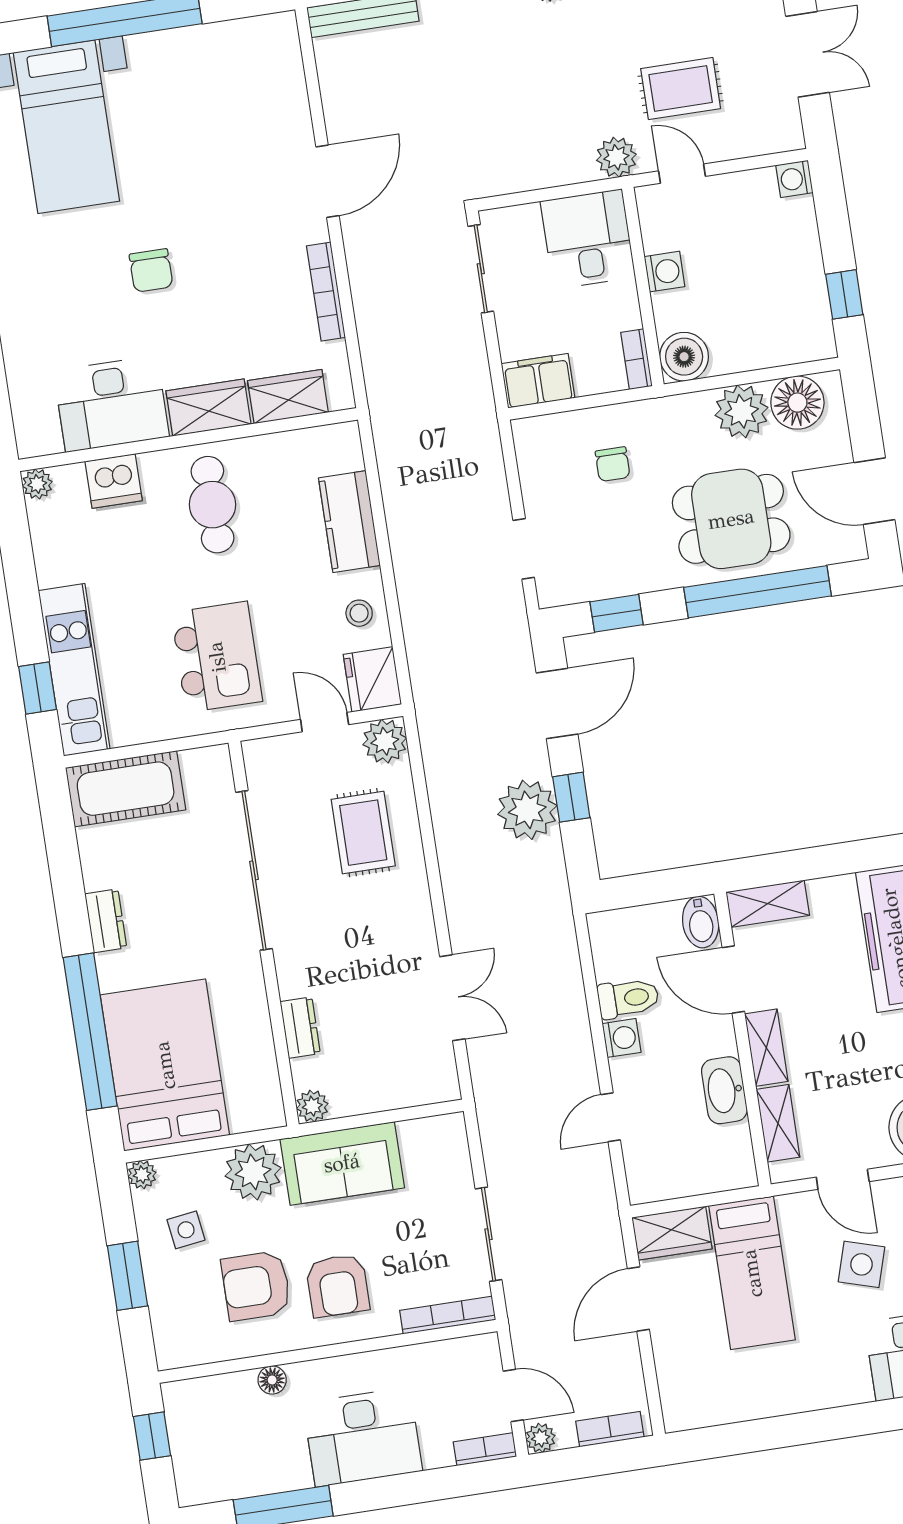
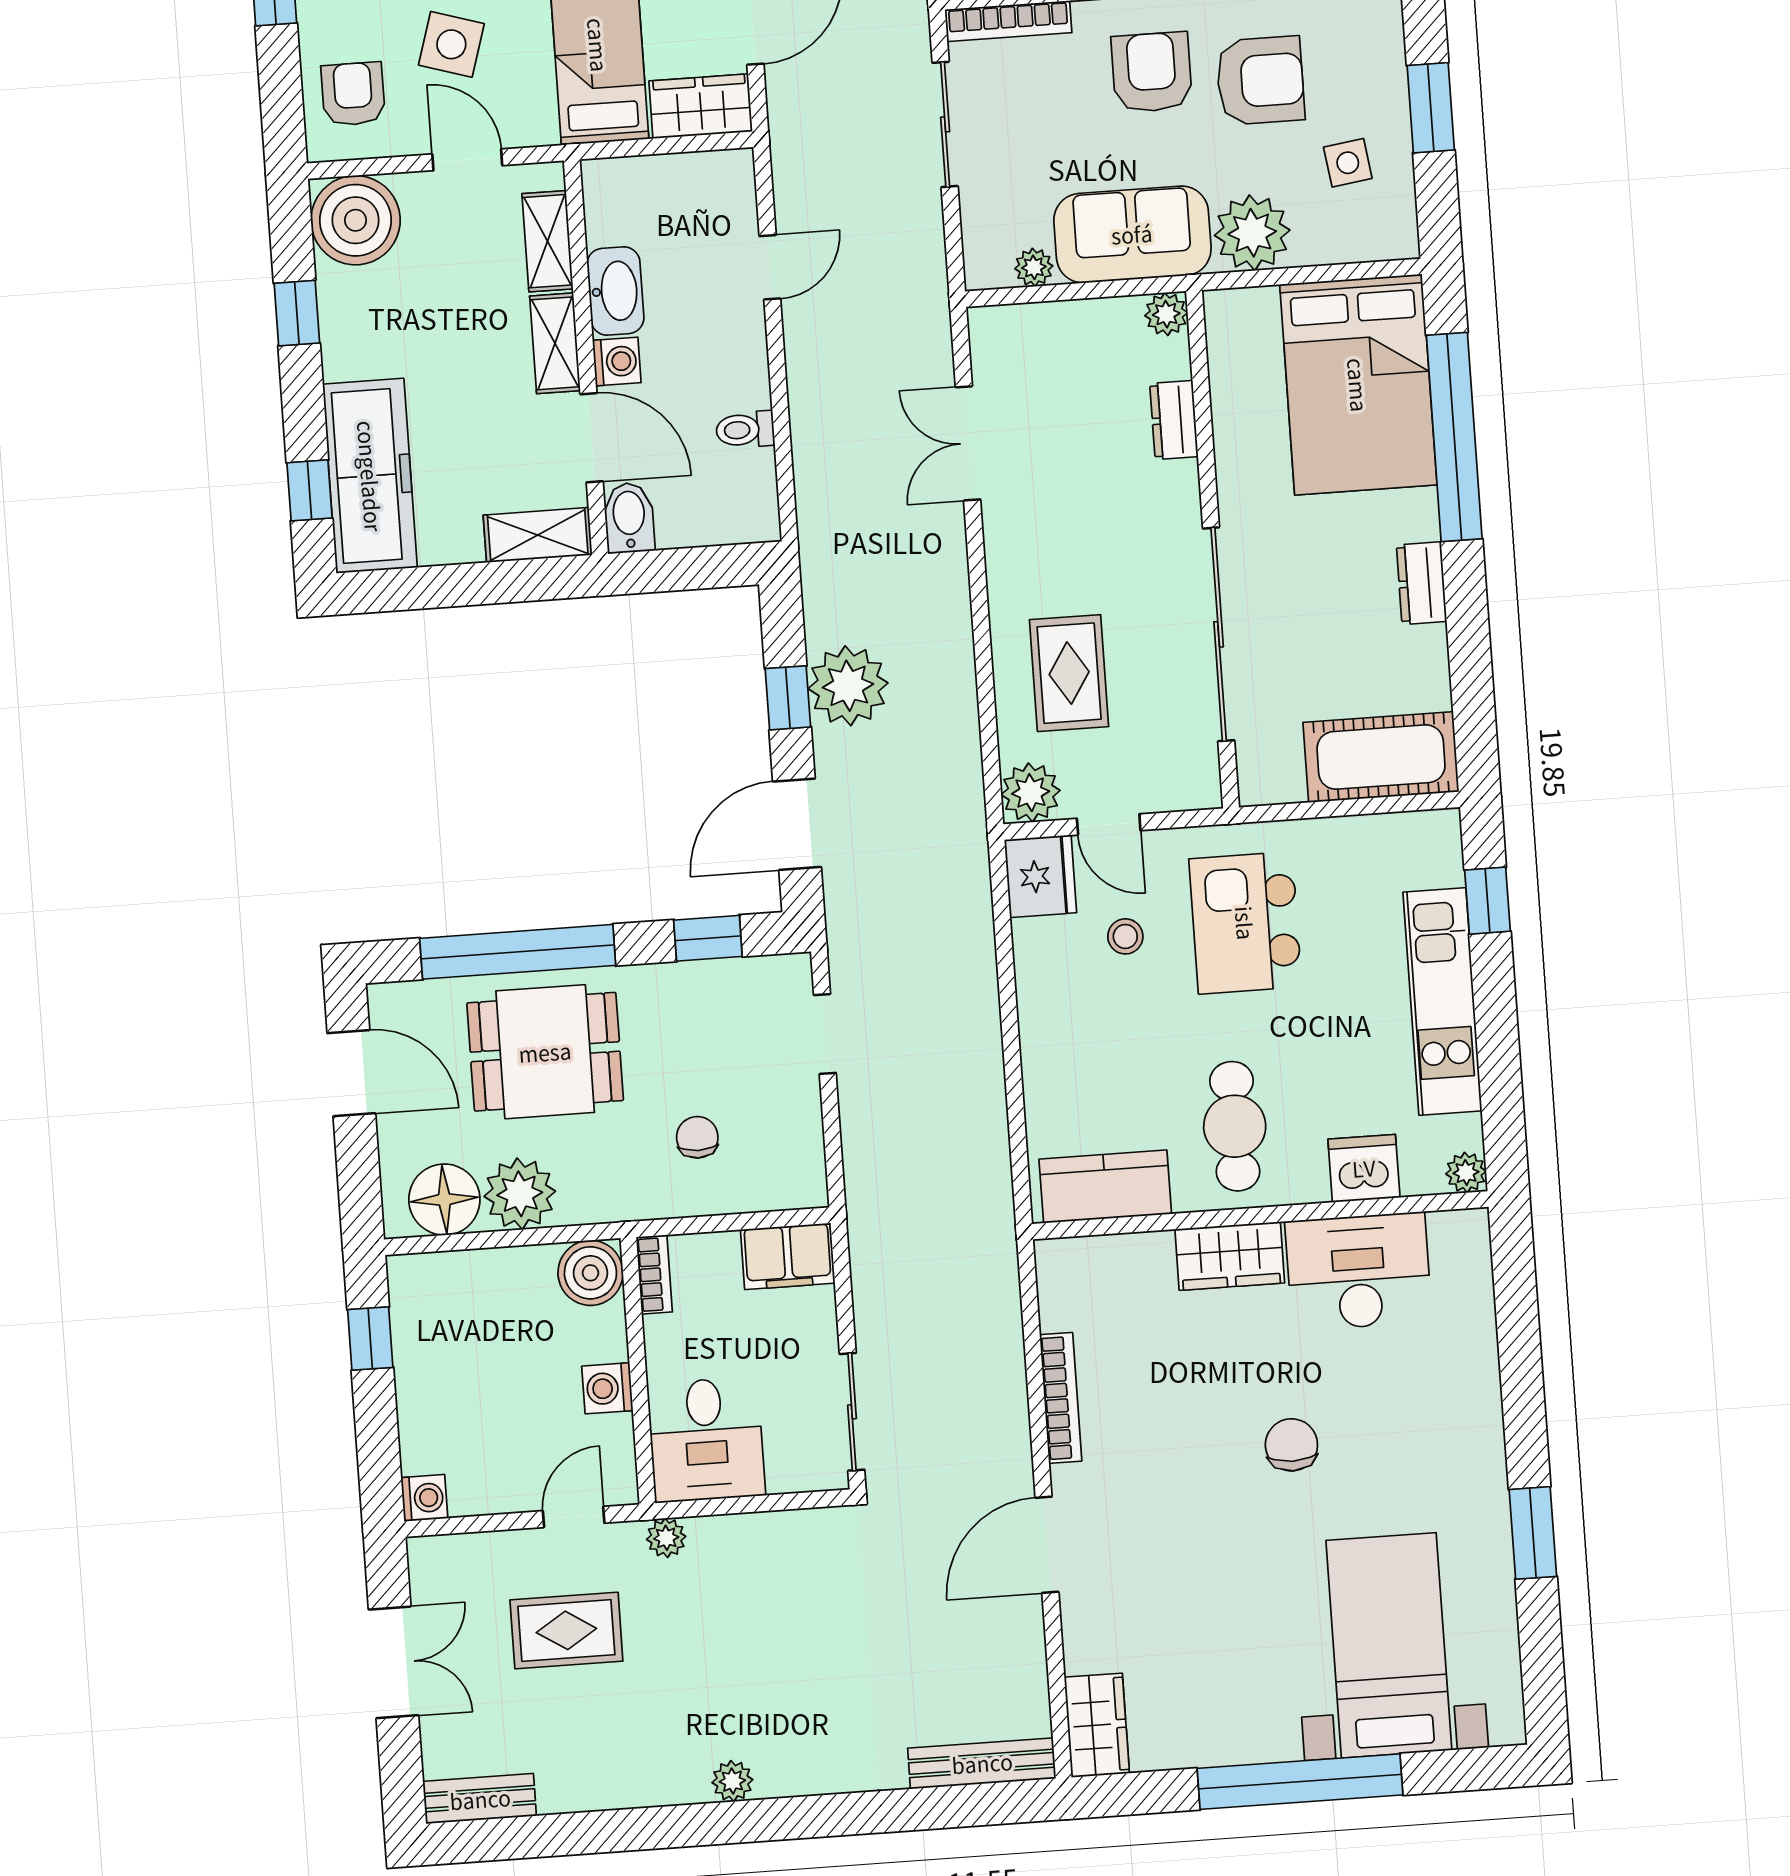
double door: (808, 54) -> (394, 1662), swing flipped
plant: (616, 157) -> (666, 1538), width x0.73, depth x0.73
door: (682, 174) -> (574, 1517), swing flipped
wardrobe: (288, 397) -> (1097, 1725), moved, turned -90
kitchen counter: (349, 522) -> (1105, 1187), moved, turned -90
stool: (359, 613) -> (1125, 936), moved
kitchen unit: (74, 670) -> (1442, 1002), moved
toilet: (628, 998) -> (745, 430), width x0.73, depth x0.72
washing machine: (622, 1038) -> (617, 361), moved, turned 180
plant: (142, 1175) -> (1034, 267), moved

